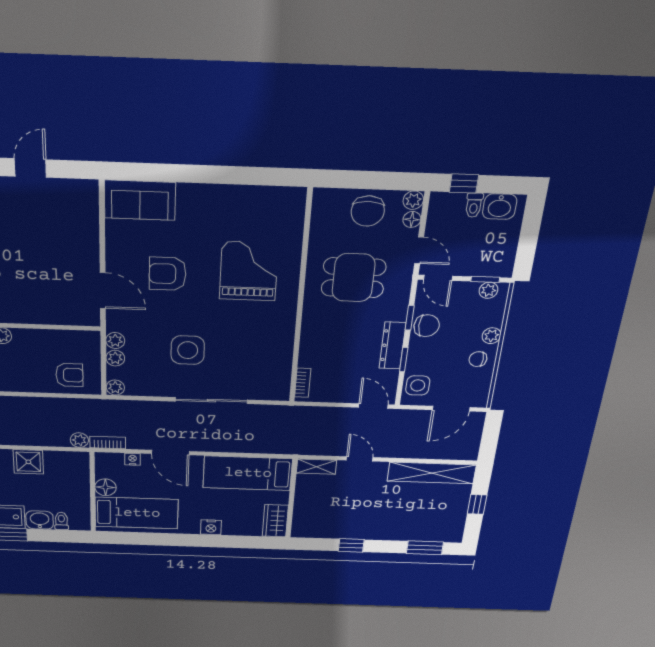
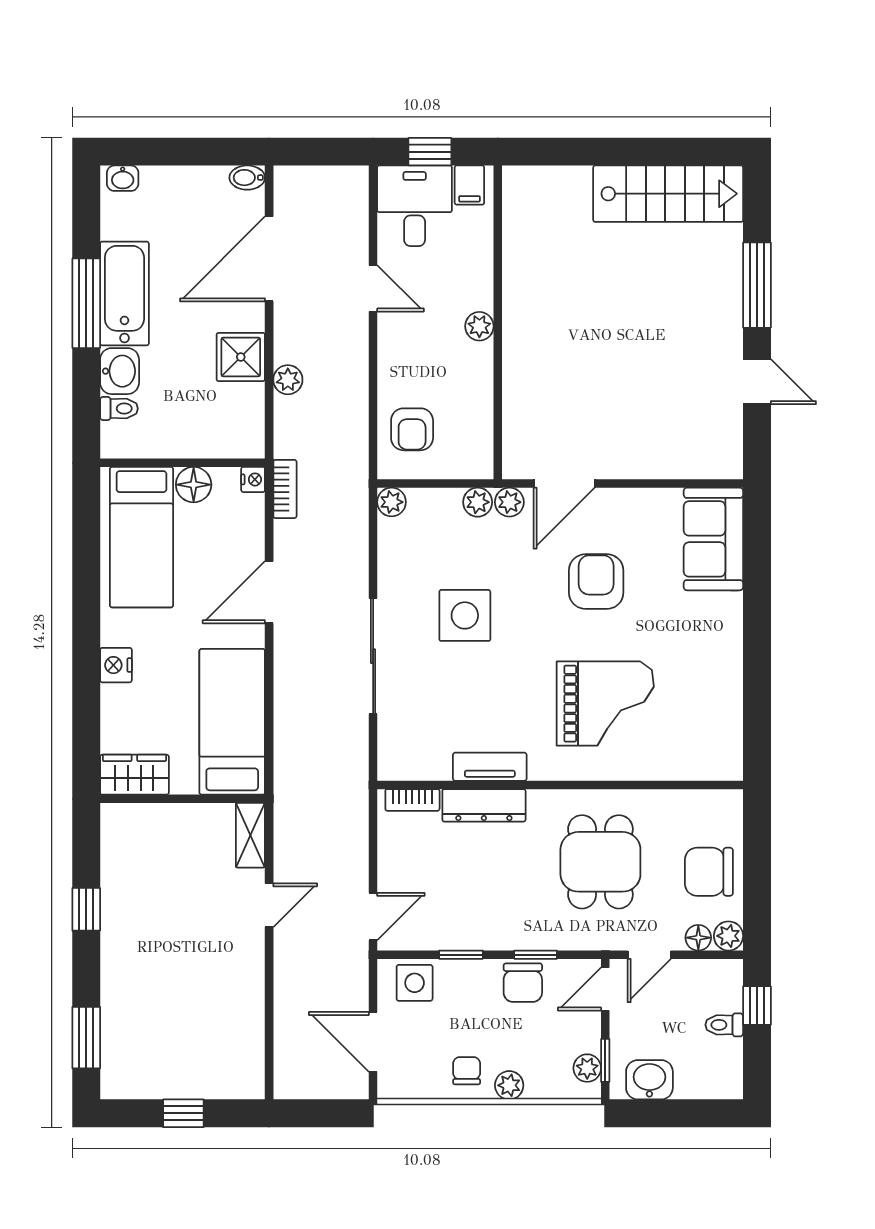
washbasin: (500, 207) -> (649, 1080), moved, turned 90
tv unit: (285, 340) -> (490, 767), added
dresser: (392, 346) -> (484, 805), moved, turned 180
plant: (115, 358) -> (509, 502), moved
plant: (79, 440) -> (288, 380), moved
nightstand: (133, 459) -> (253, 479), moved
shelving: (431, 473) -> (245, 1028), removed

